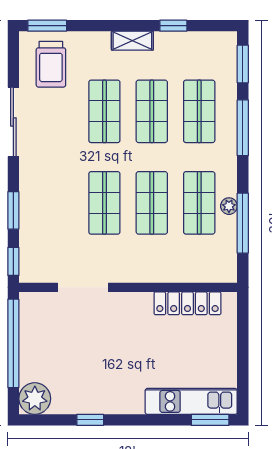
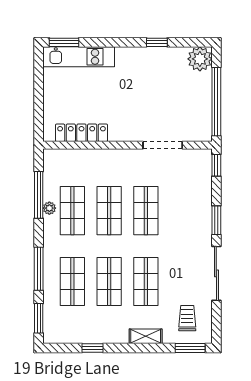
shelving: (132, 41) -> (146, 336), moved
trolley: (51, 64) -> (187, 318), width x0.73, depth x0.72
window: (13, 210) -> (216, 220), moved

